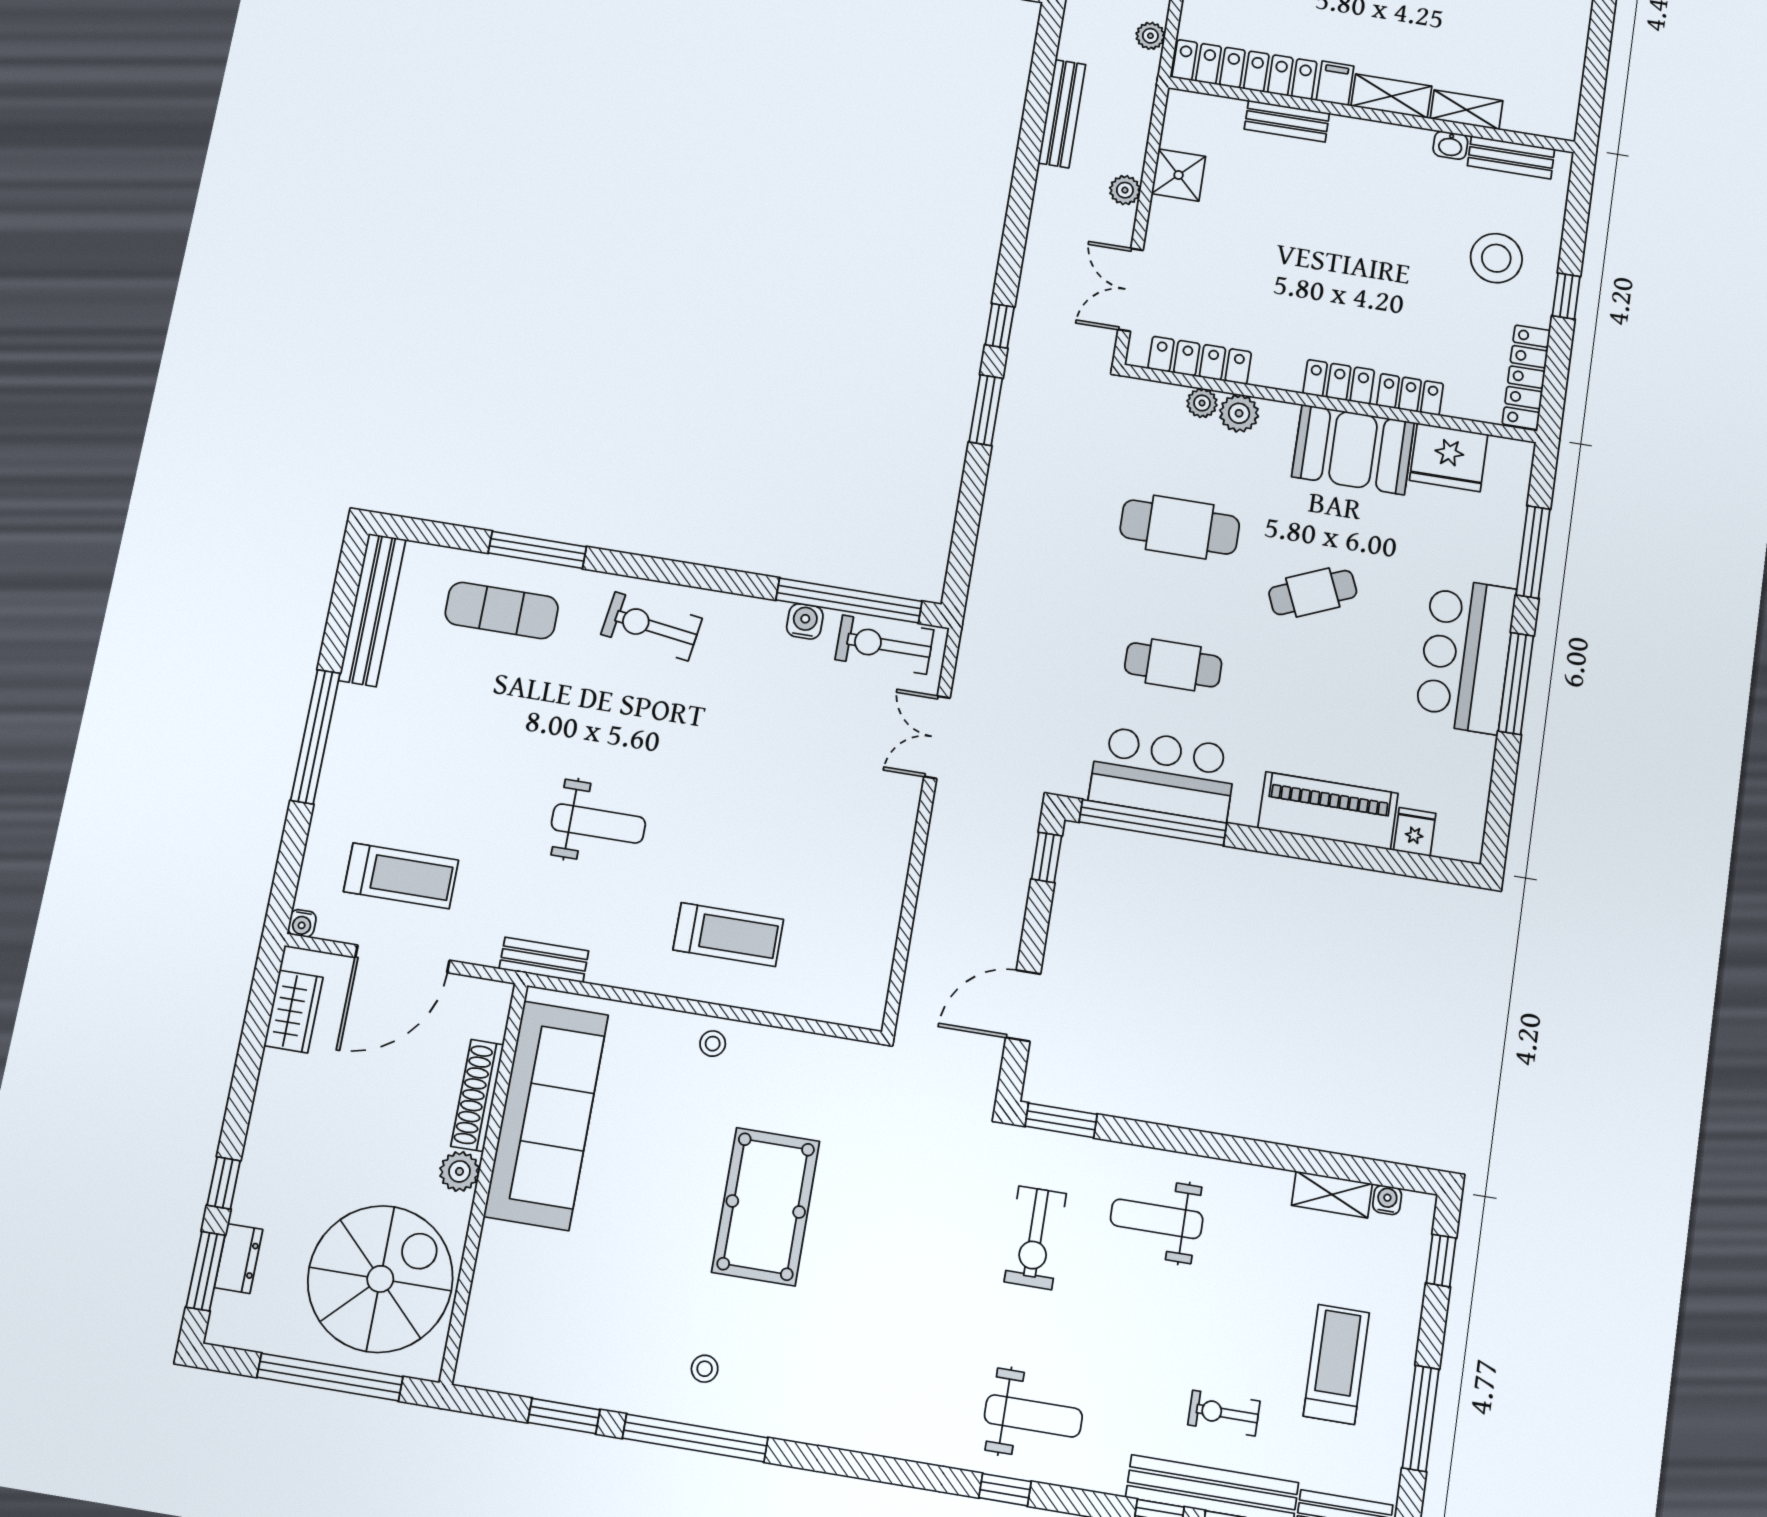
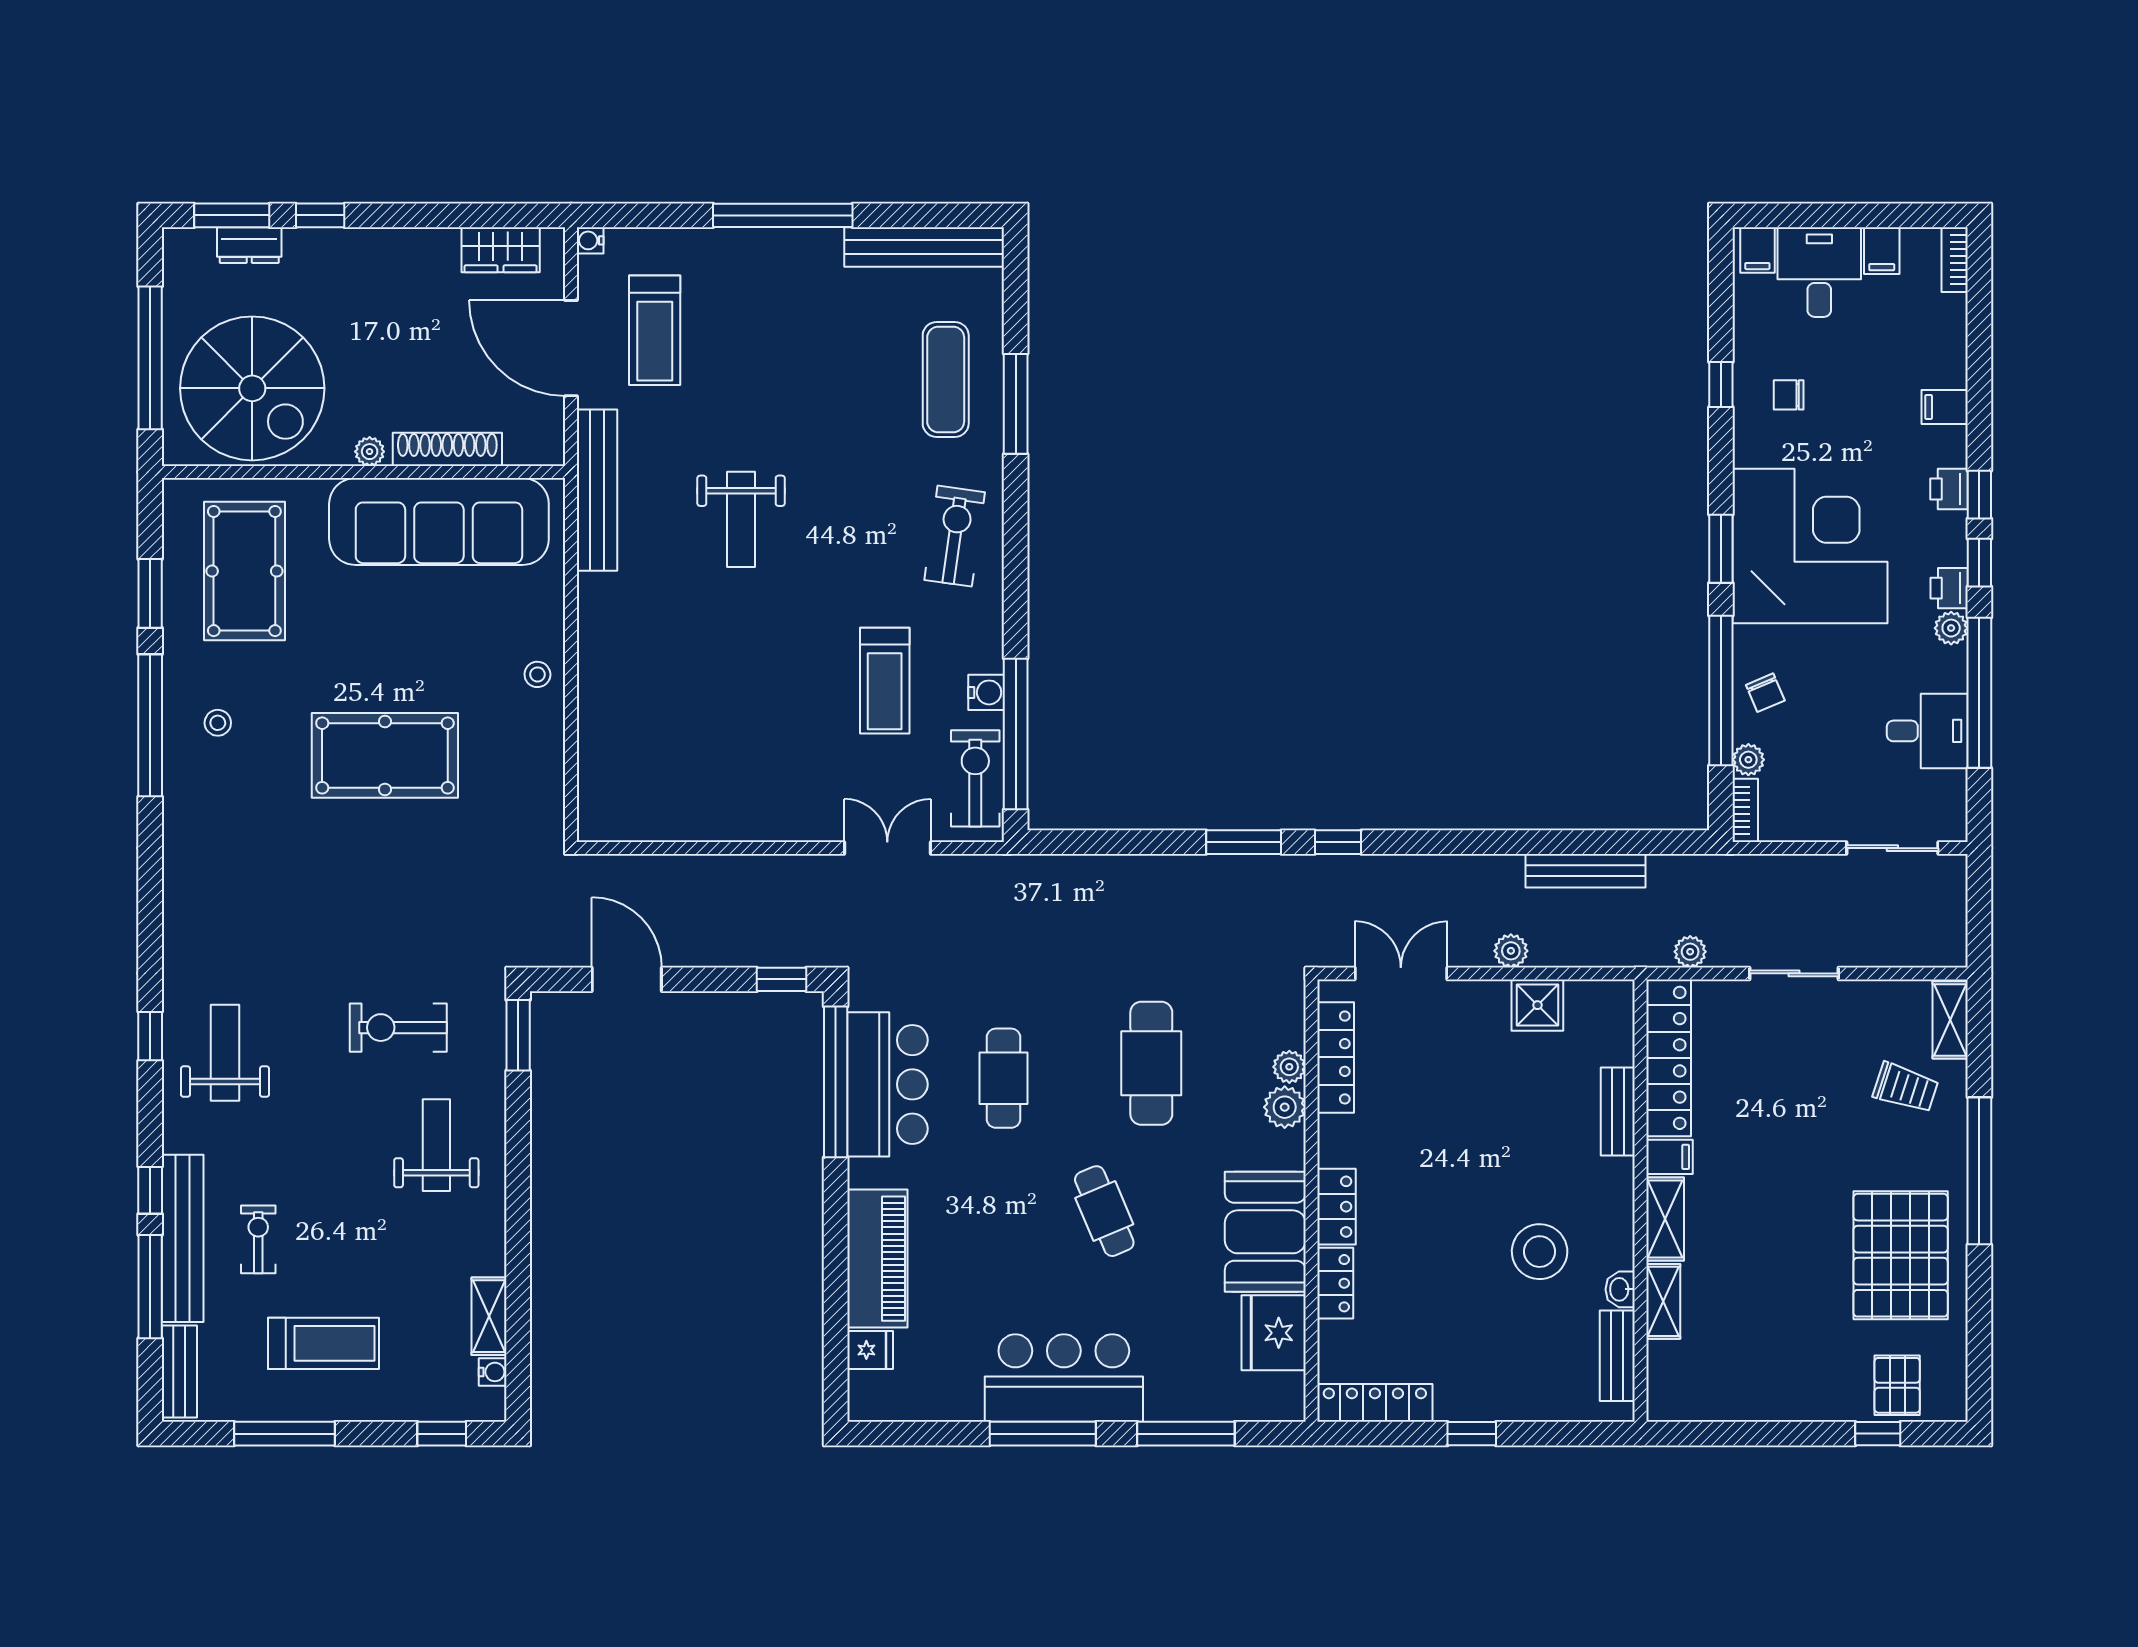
stool: (1496, 258) -> (1540, 1252), moved
treadmill: (728, 935) -> (885, 681), moved
bench: (544, 960) -> (597, 490), width x1.86, depth x1.21
plant: (459, 1171) -> (370, 452), width x0.73, depth x0.73
pool table: (559, 1317) -> (244, 571), added
weight bench: (1033, 1416) -> (225, 1053), turned 180

